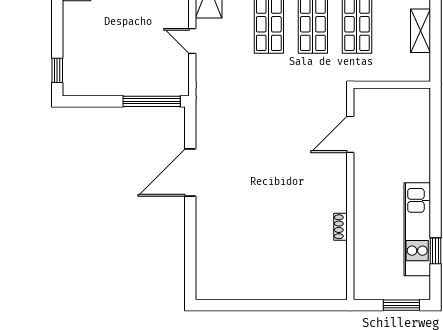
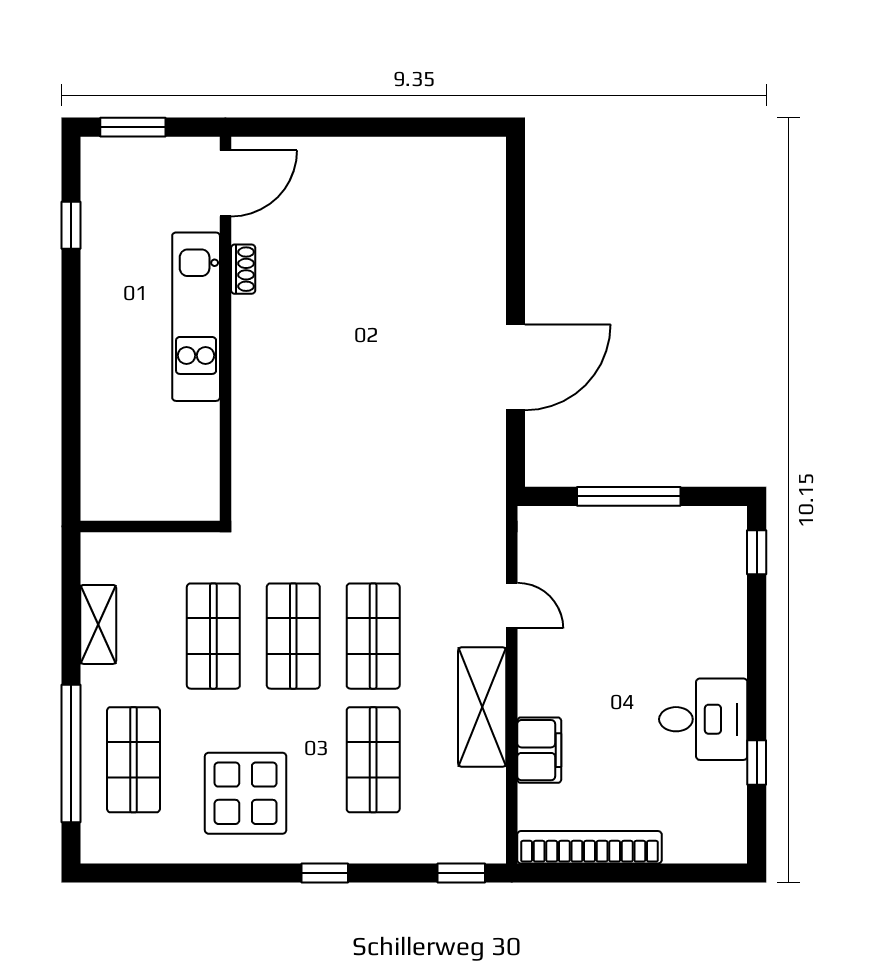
window: (152, 101) -> (629, 496), moved
door: (350, 134) -> (225, 183), moved
kitchen unit: (417, 229) -> (196, 317), moved, turned 180

